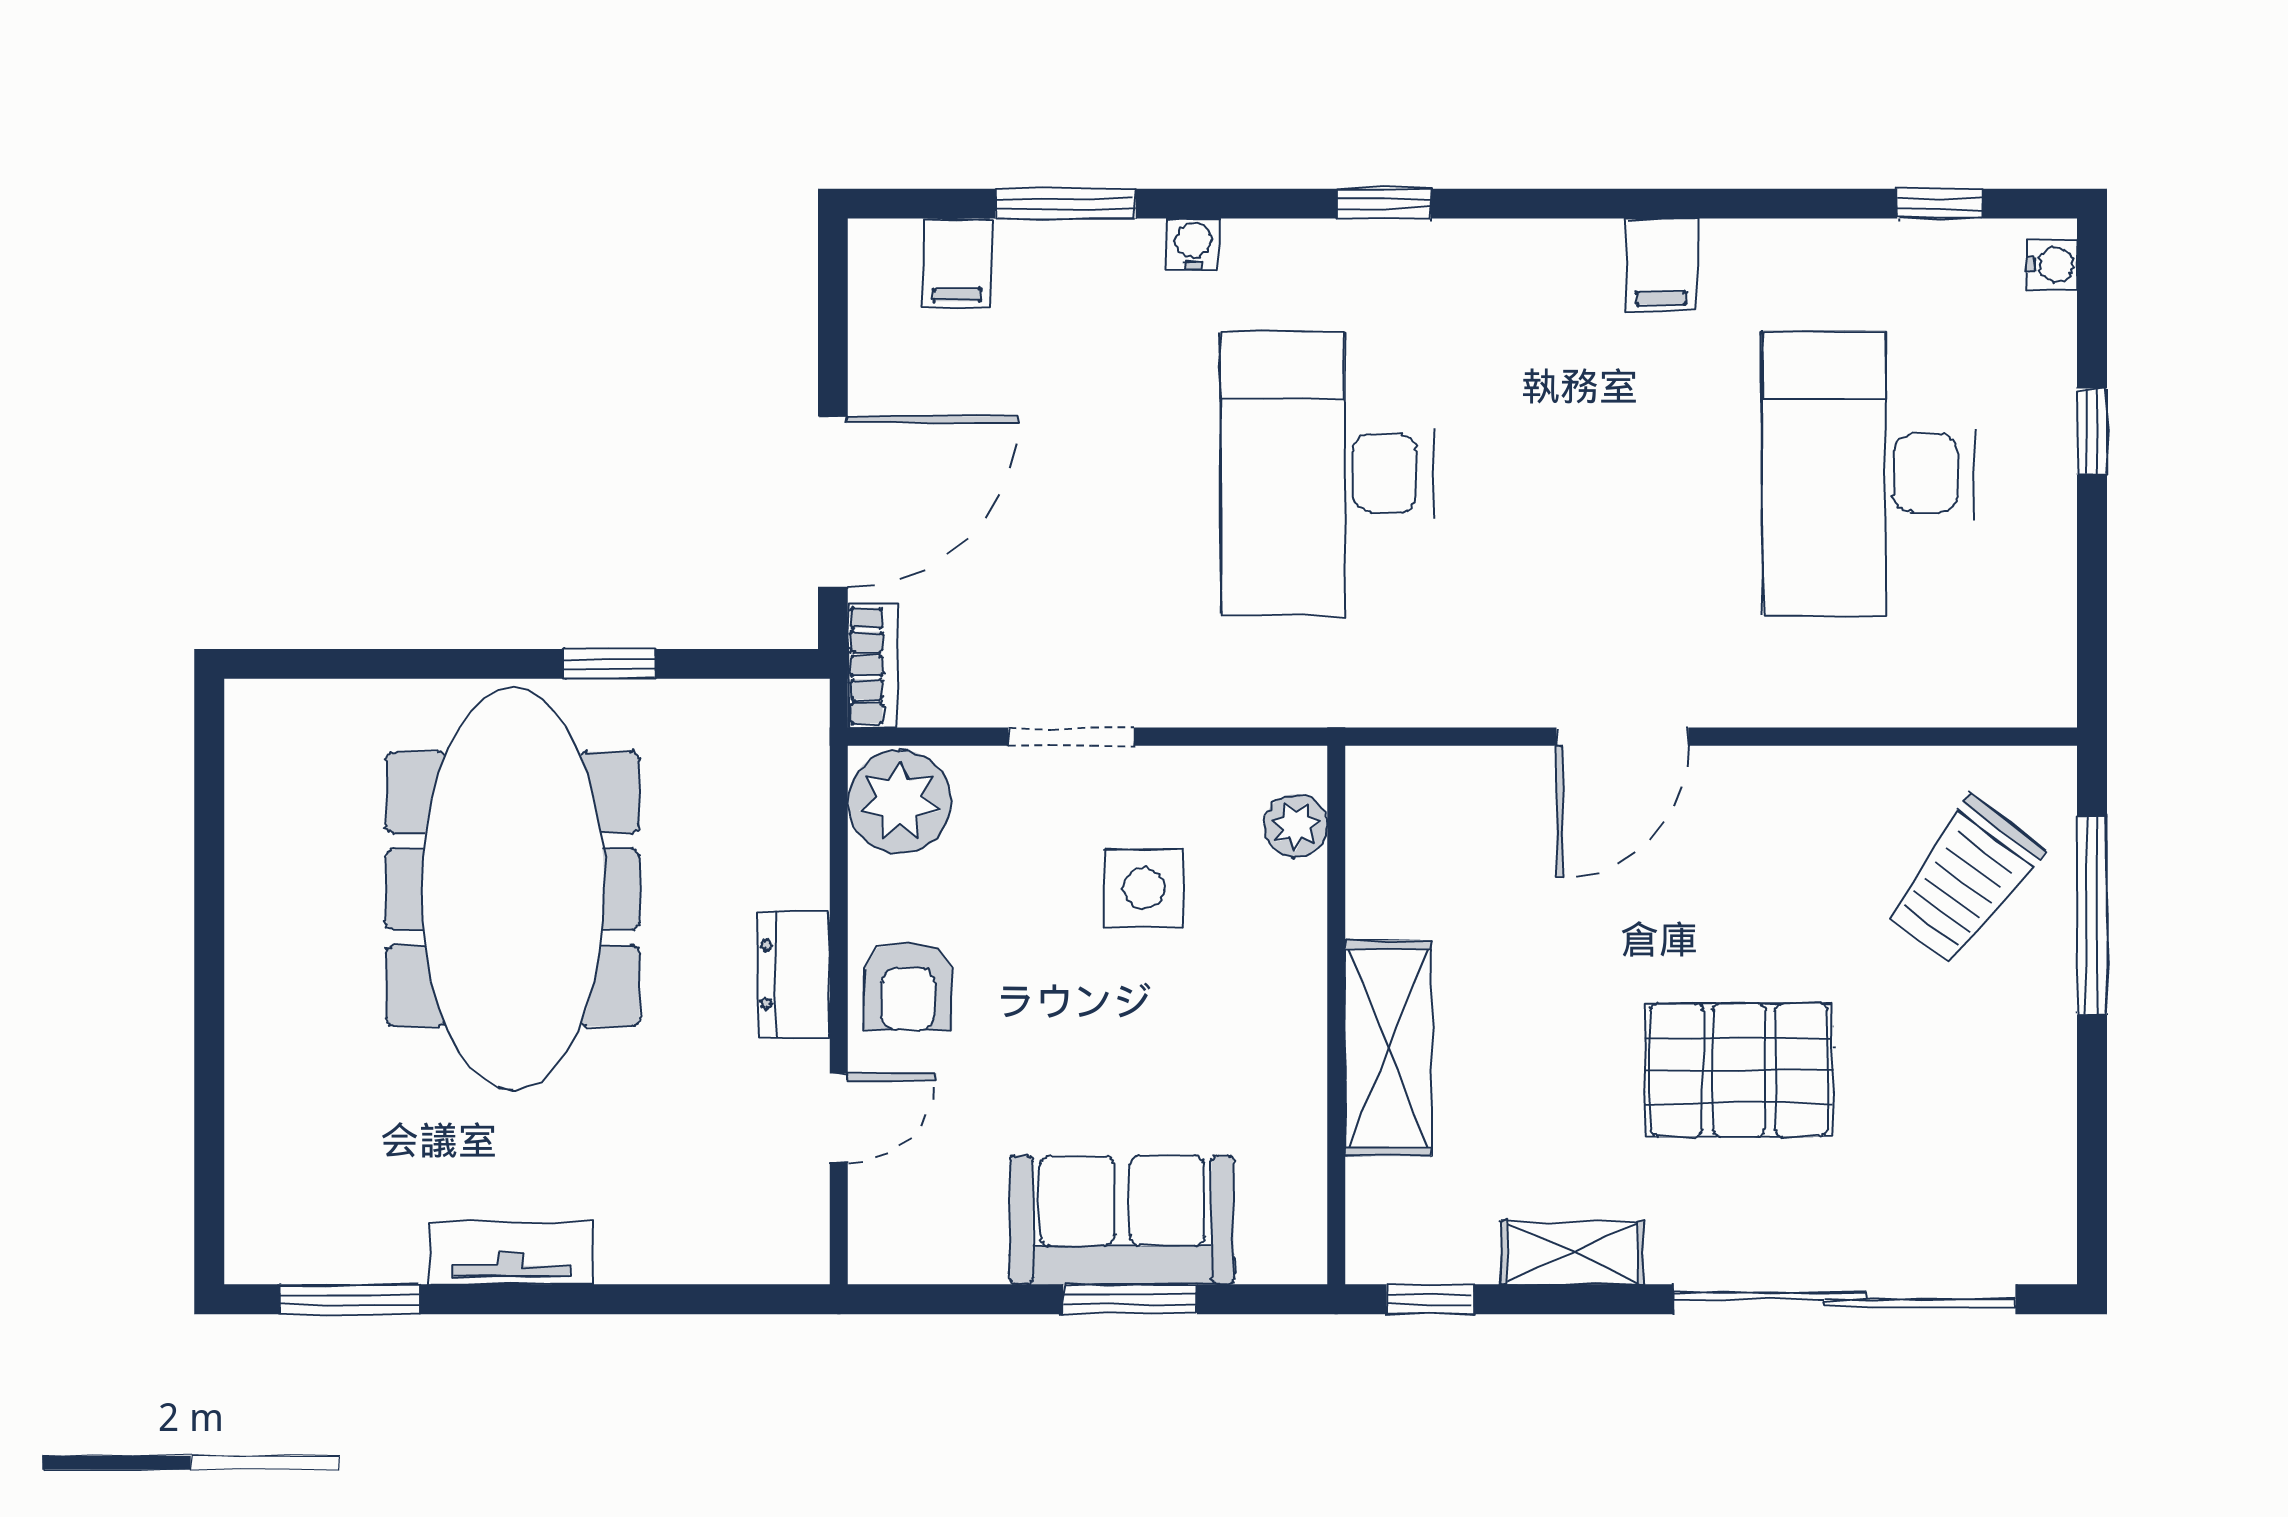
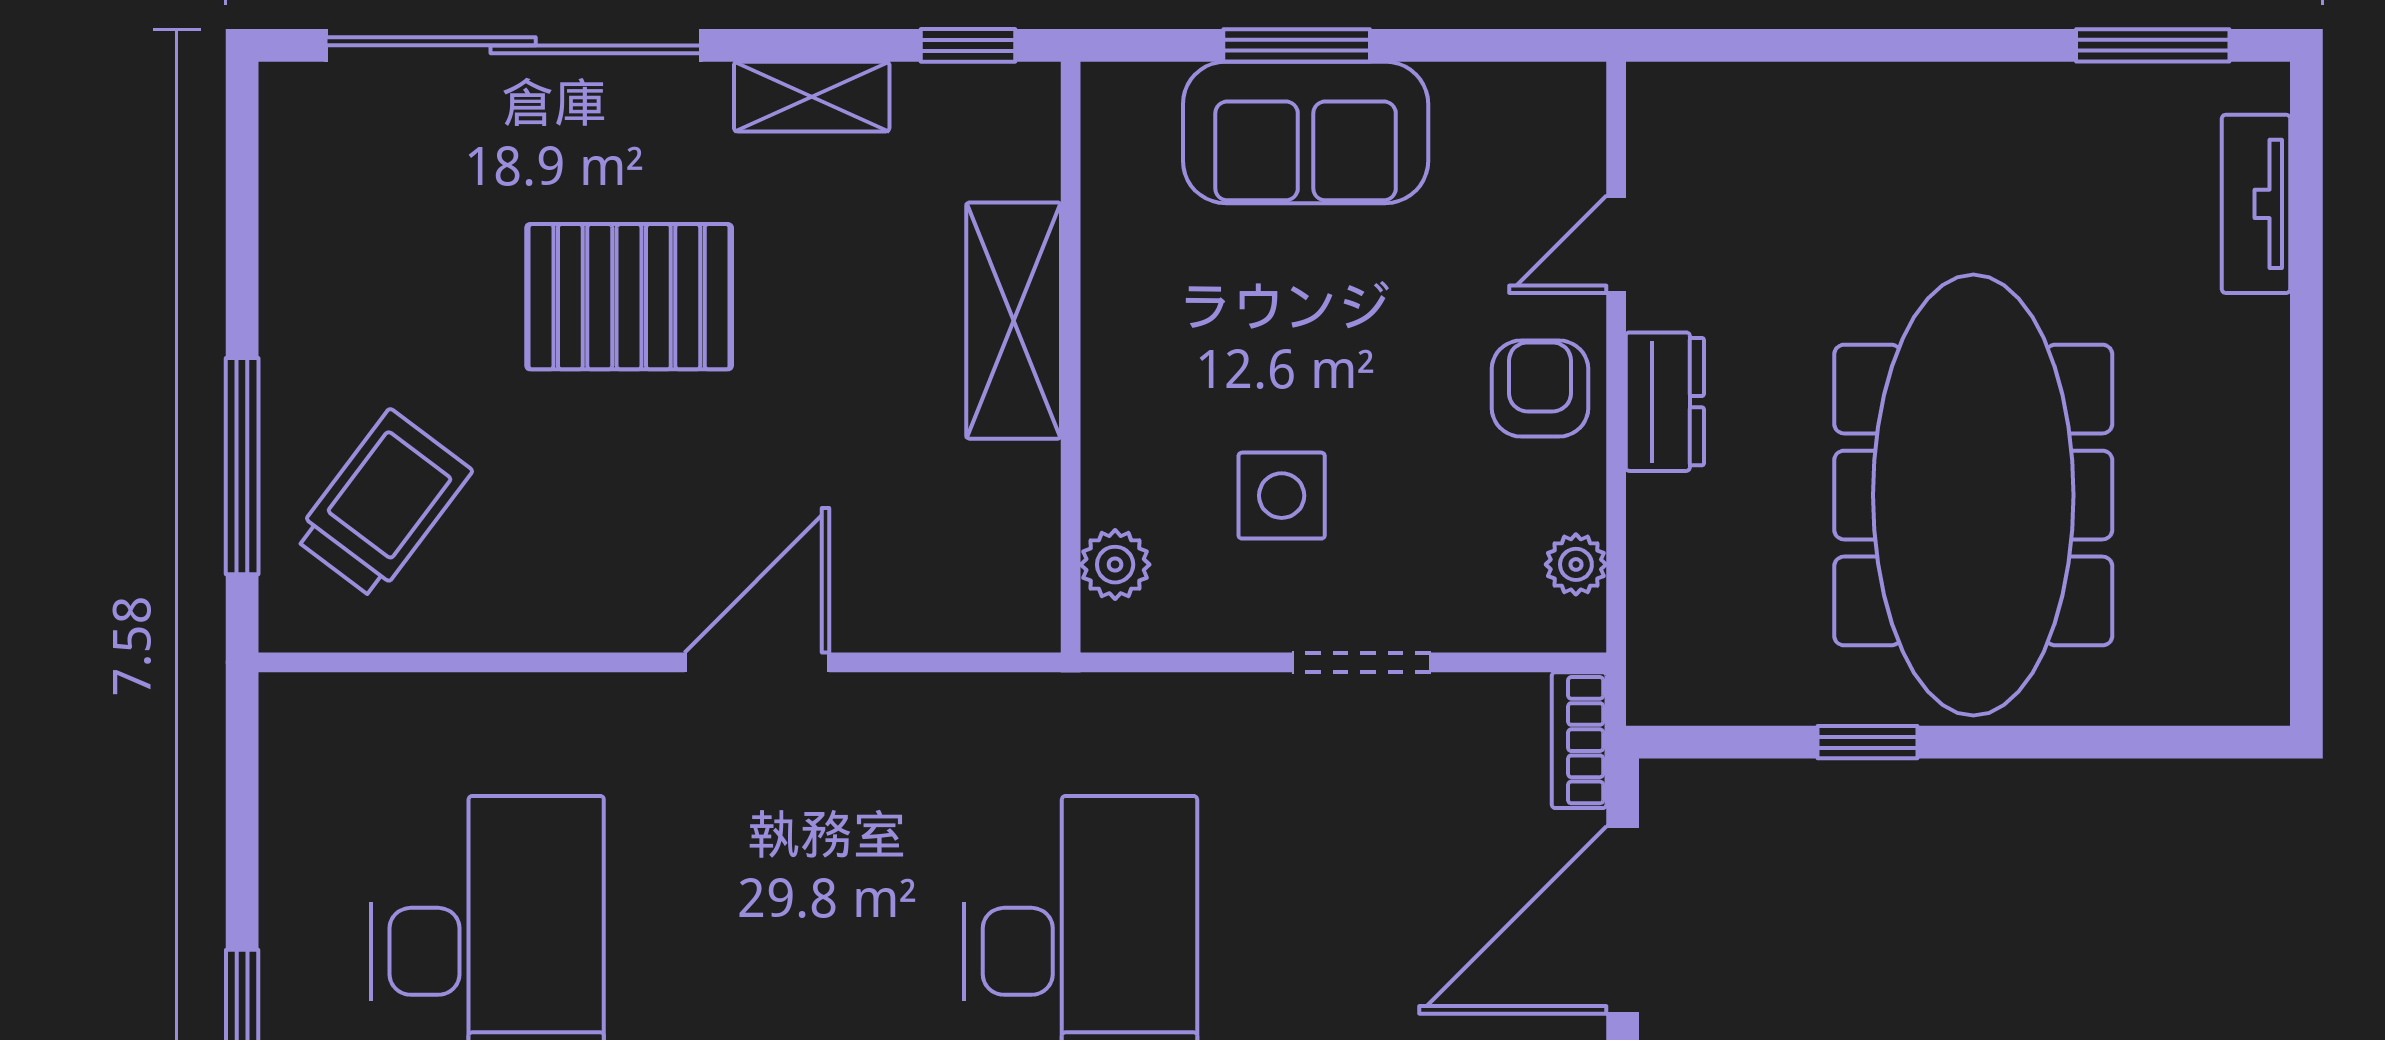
plant: (900, 802) -> (1576, 564), width x0.53, depth x0.53
tv unit: (511, 1253) -> (2256, 204), moved, turned 90

